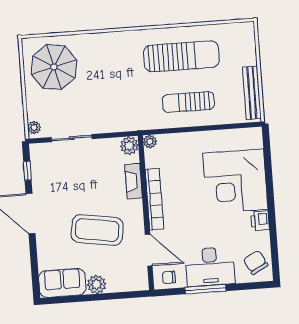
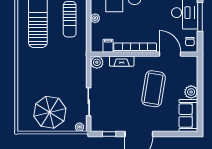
parasol: (54, 67) -> (50, 112), moved
plant: (150, 142) -> (95, 18), moved
filing cabinet: (154, 160) -> (108, 46), added
door: (149, 250) -> (170, 54), hinge flipped

